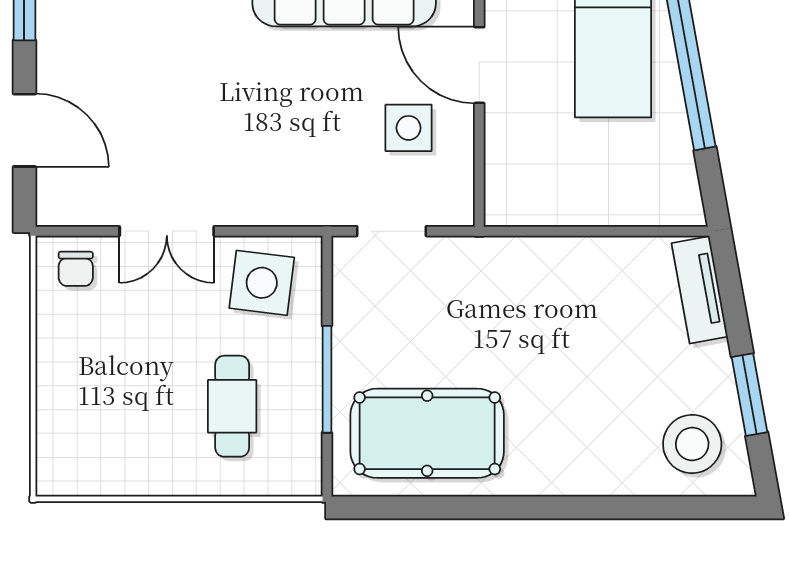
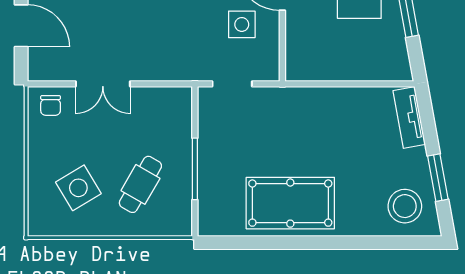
side table: (262, 283) -> (78, 188), moved, turned -38
cafe table: (232, 406) -> (140, 184), turned 30
pool table: (427, 433) -> (290, 203), moved

